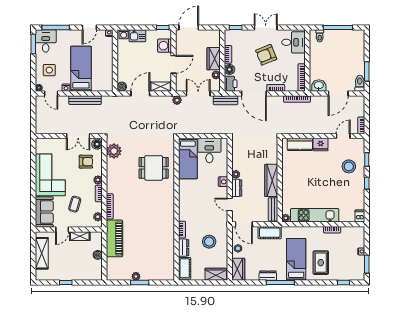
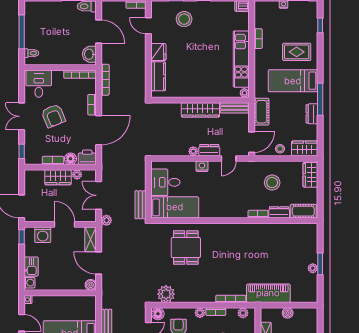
bench: (225, 100) -> (141, 205), moved

